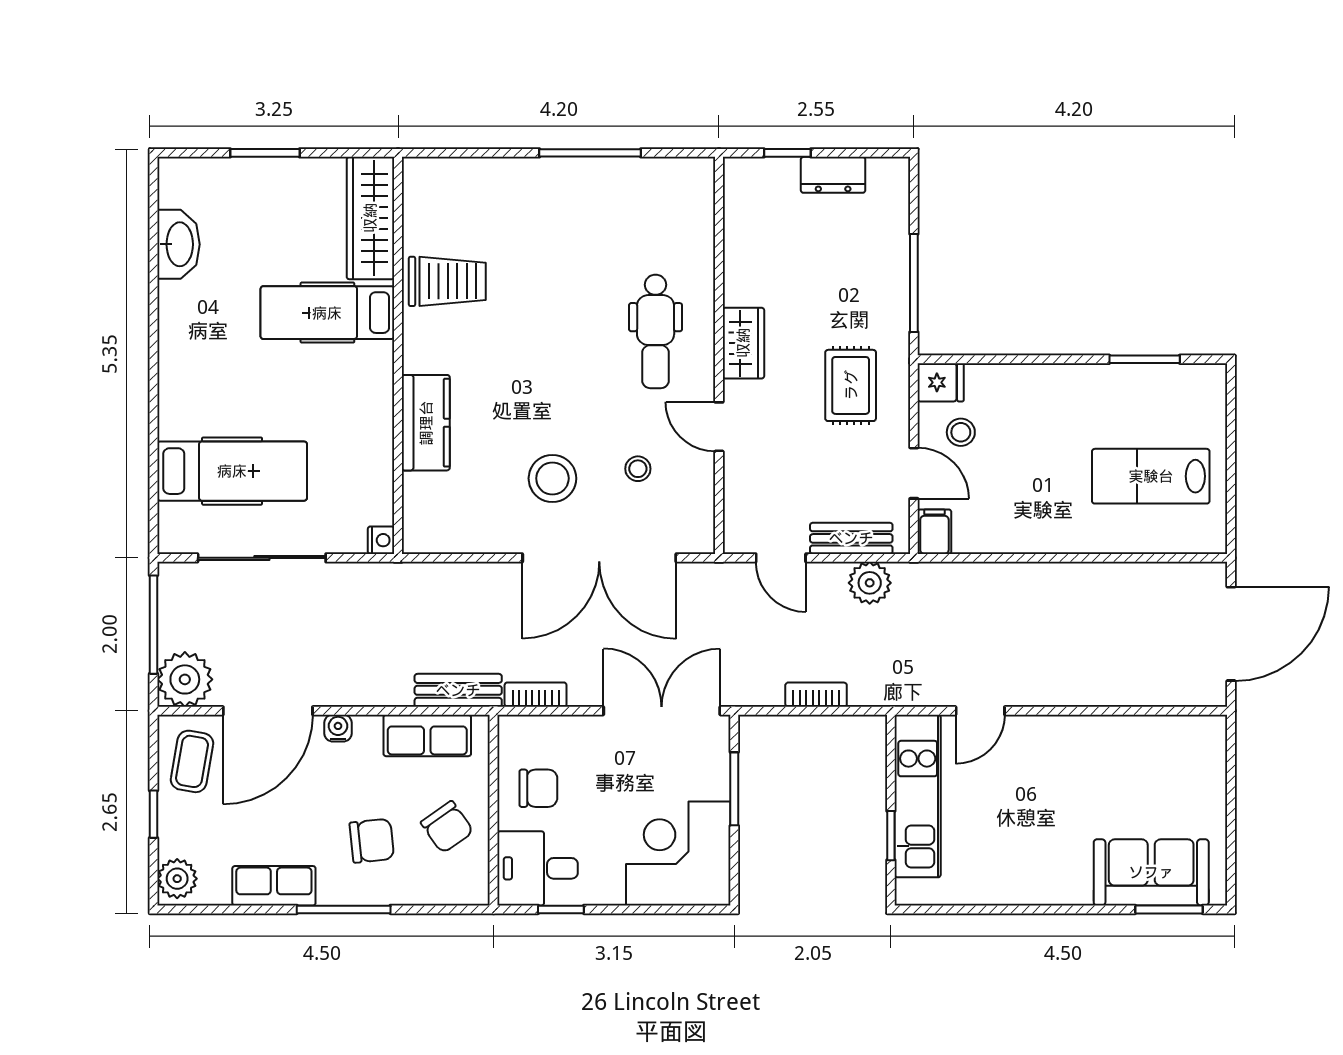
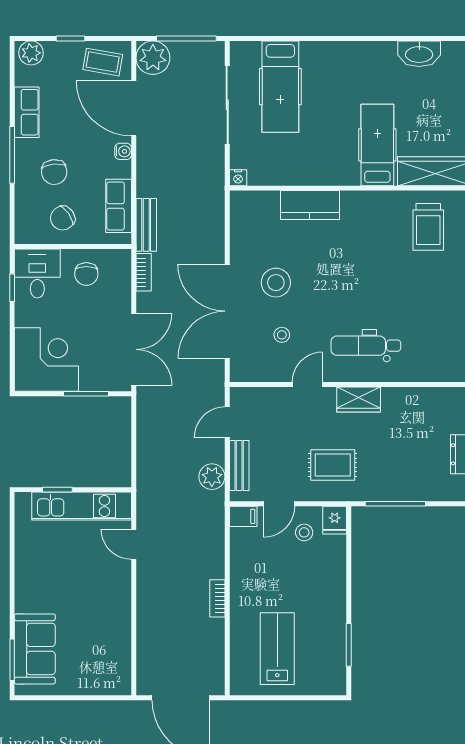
trolley: (447, 281) -> (428, 227), moved
bookcase: (816, 695) -> (217, 598), moved, turned 180

